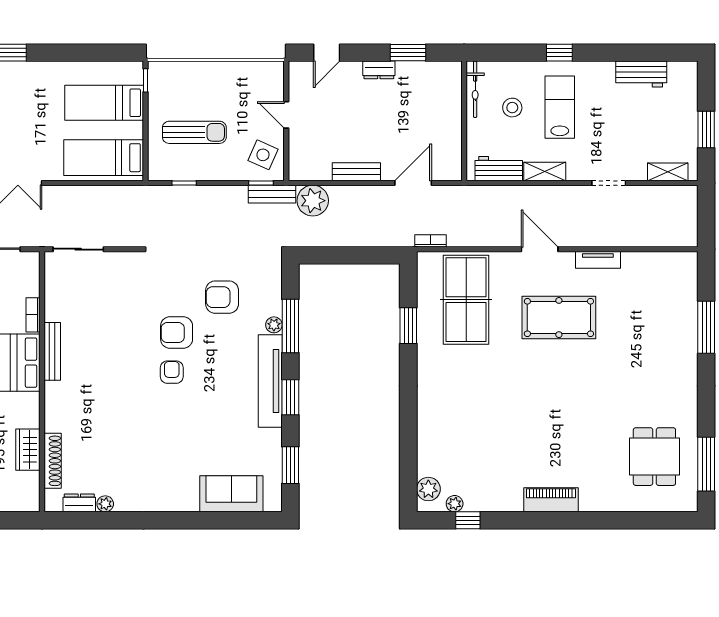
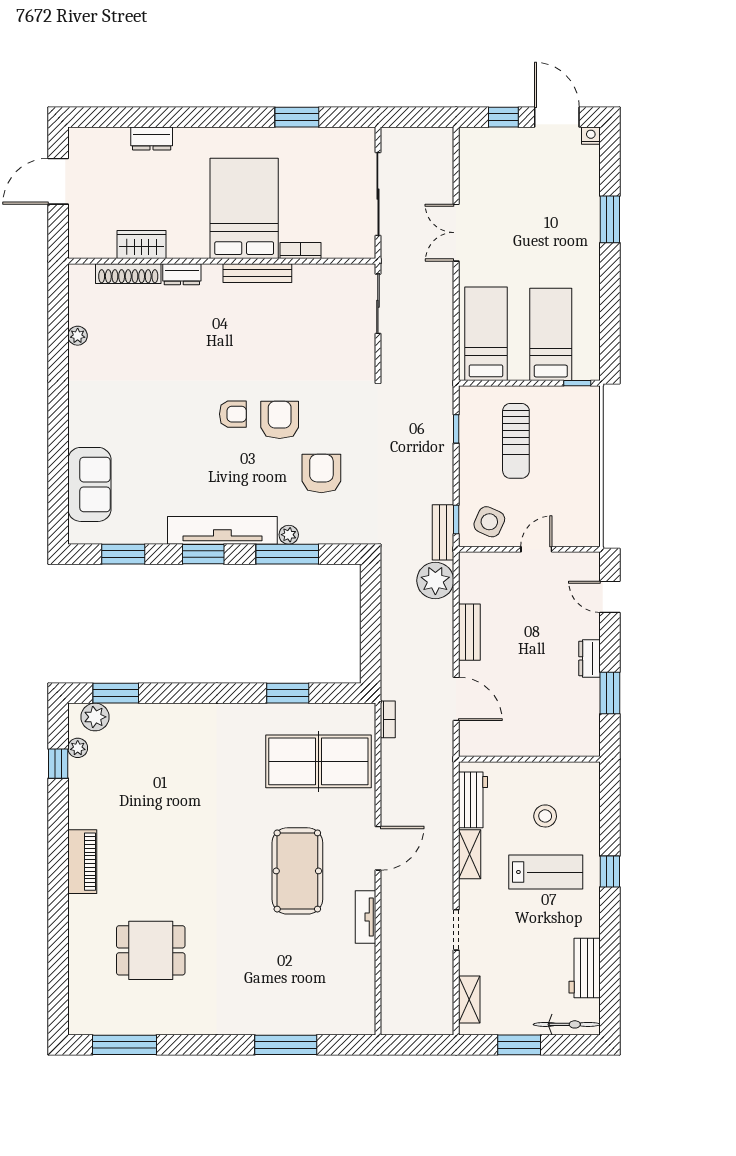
bicycle: (475, 89) -> (567, 1024), moved, turned 180
dining table: (654, 457) -> (151, 950), moved
window: (408, 471) -> (116, 693), added
dresser: (79, 503) -> (182, 274), moved, turned 90

